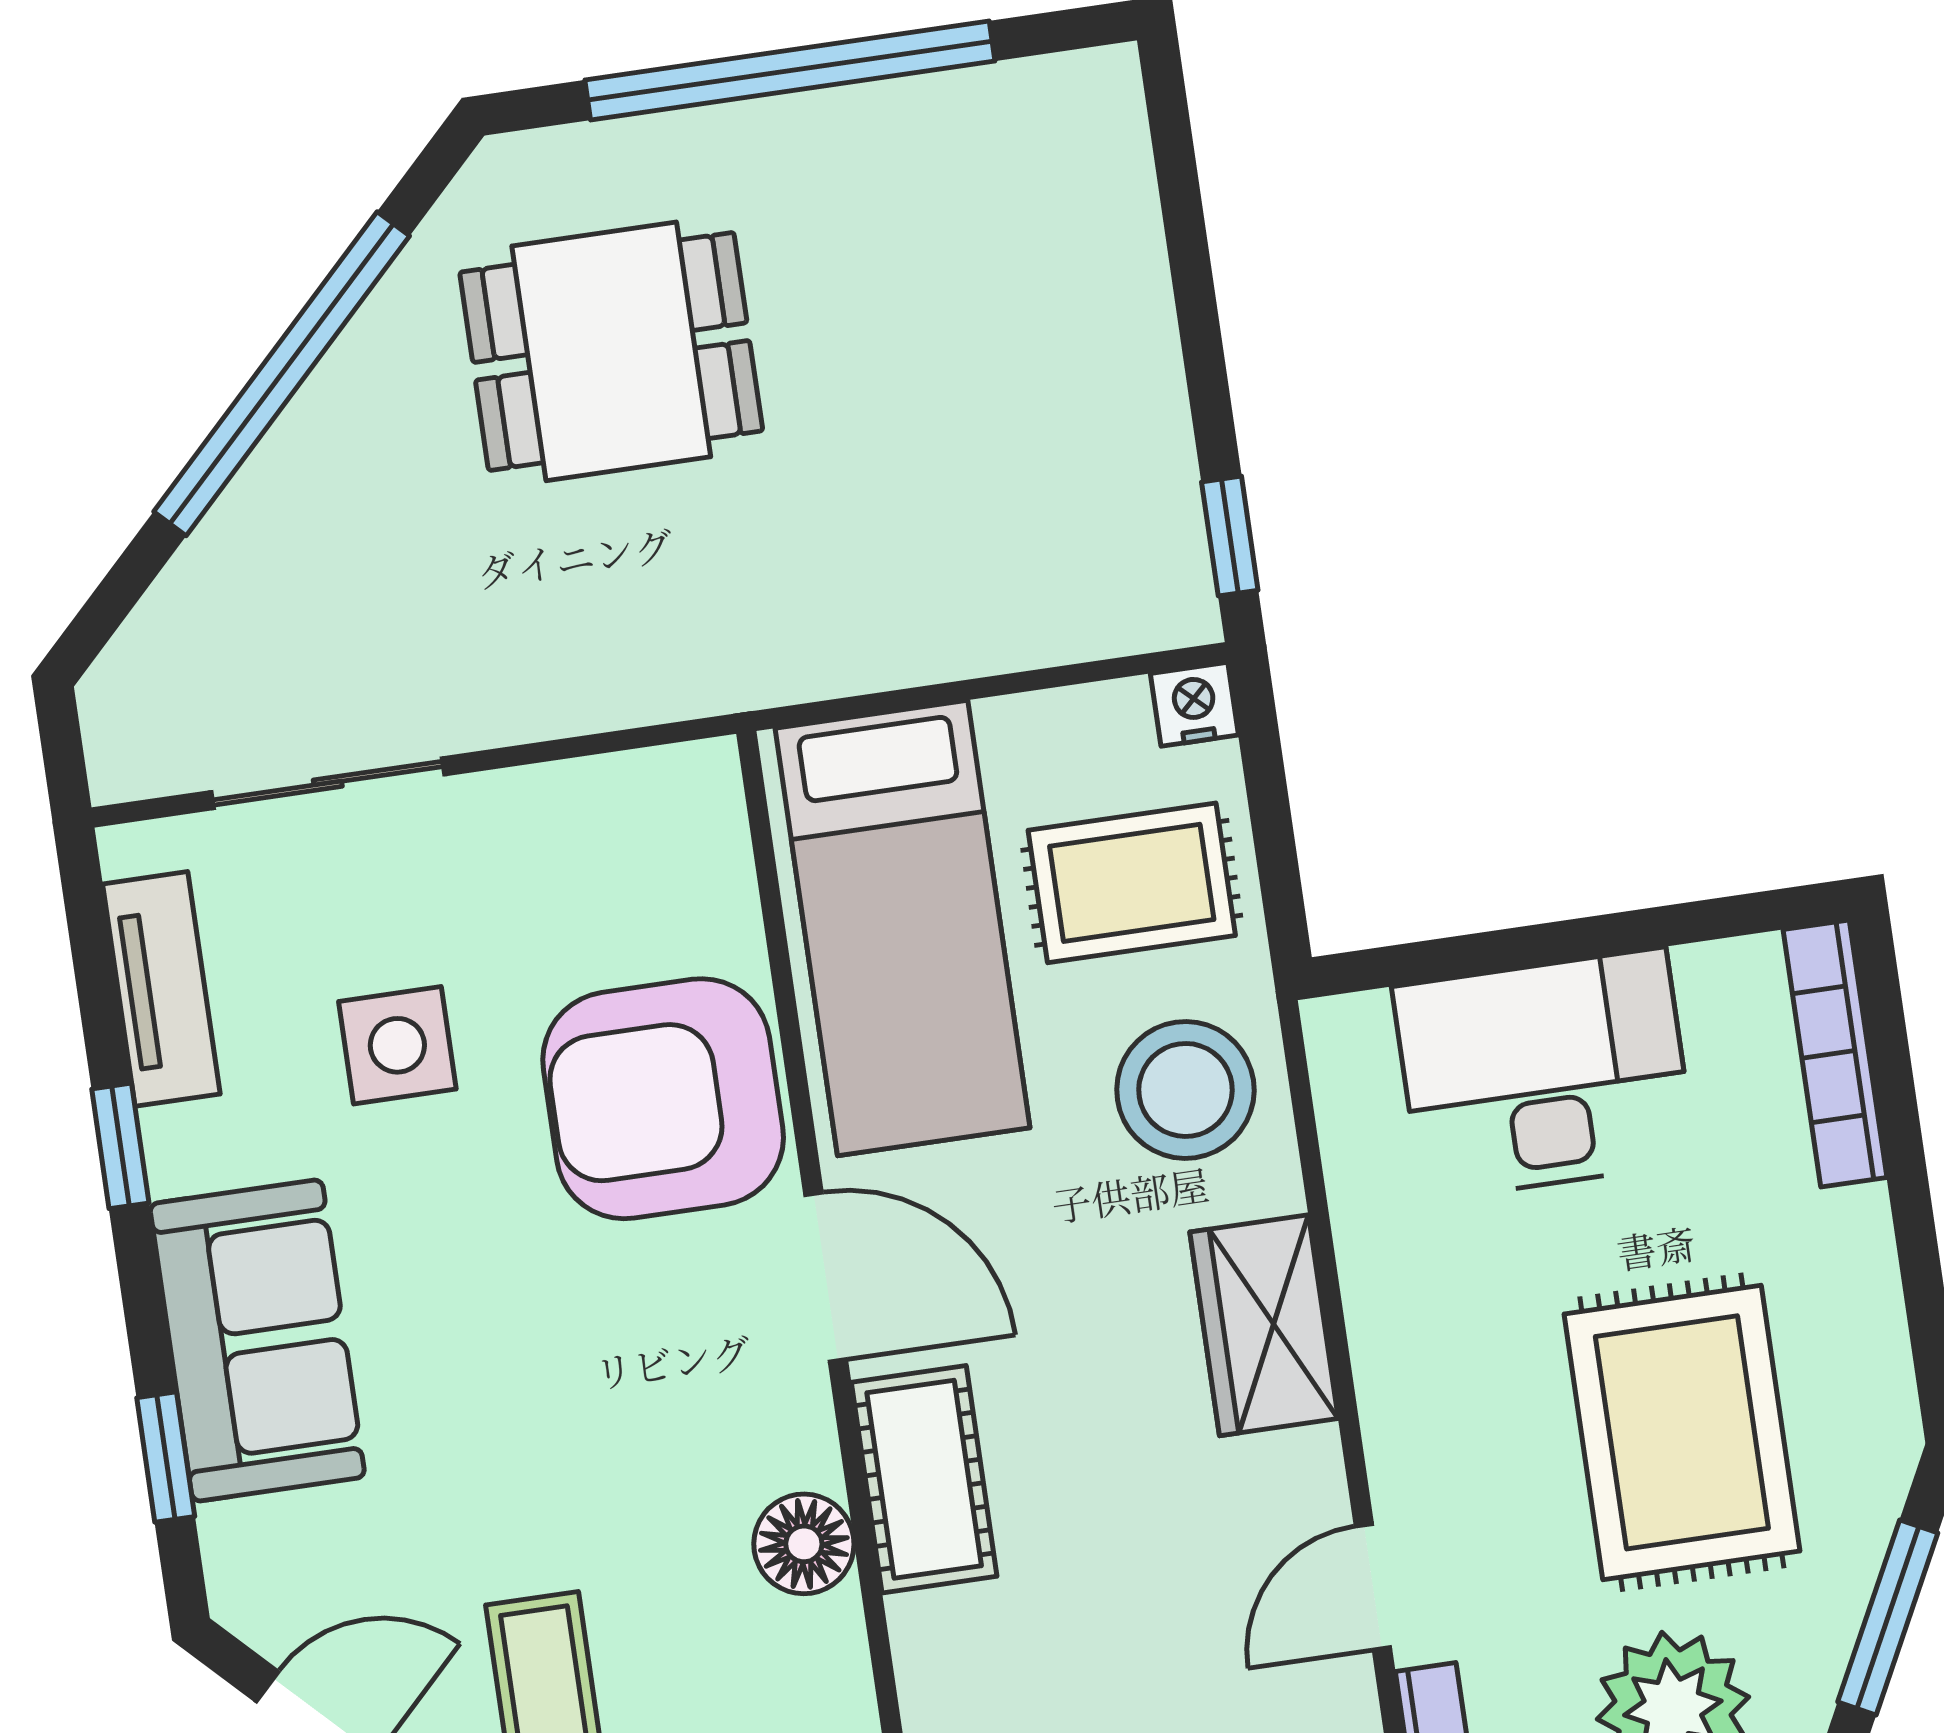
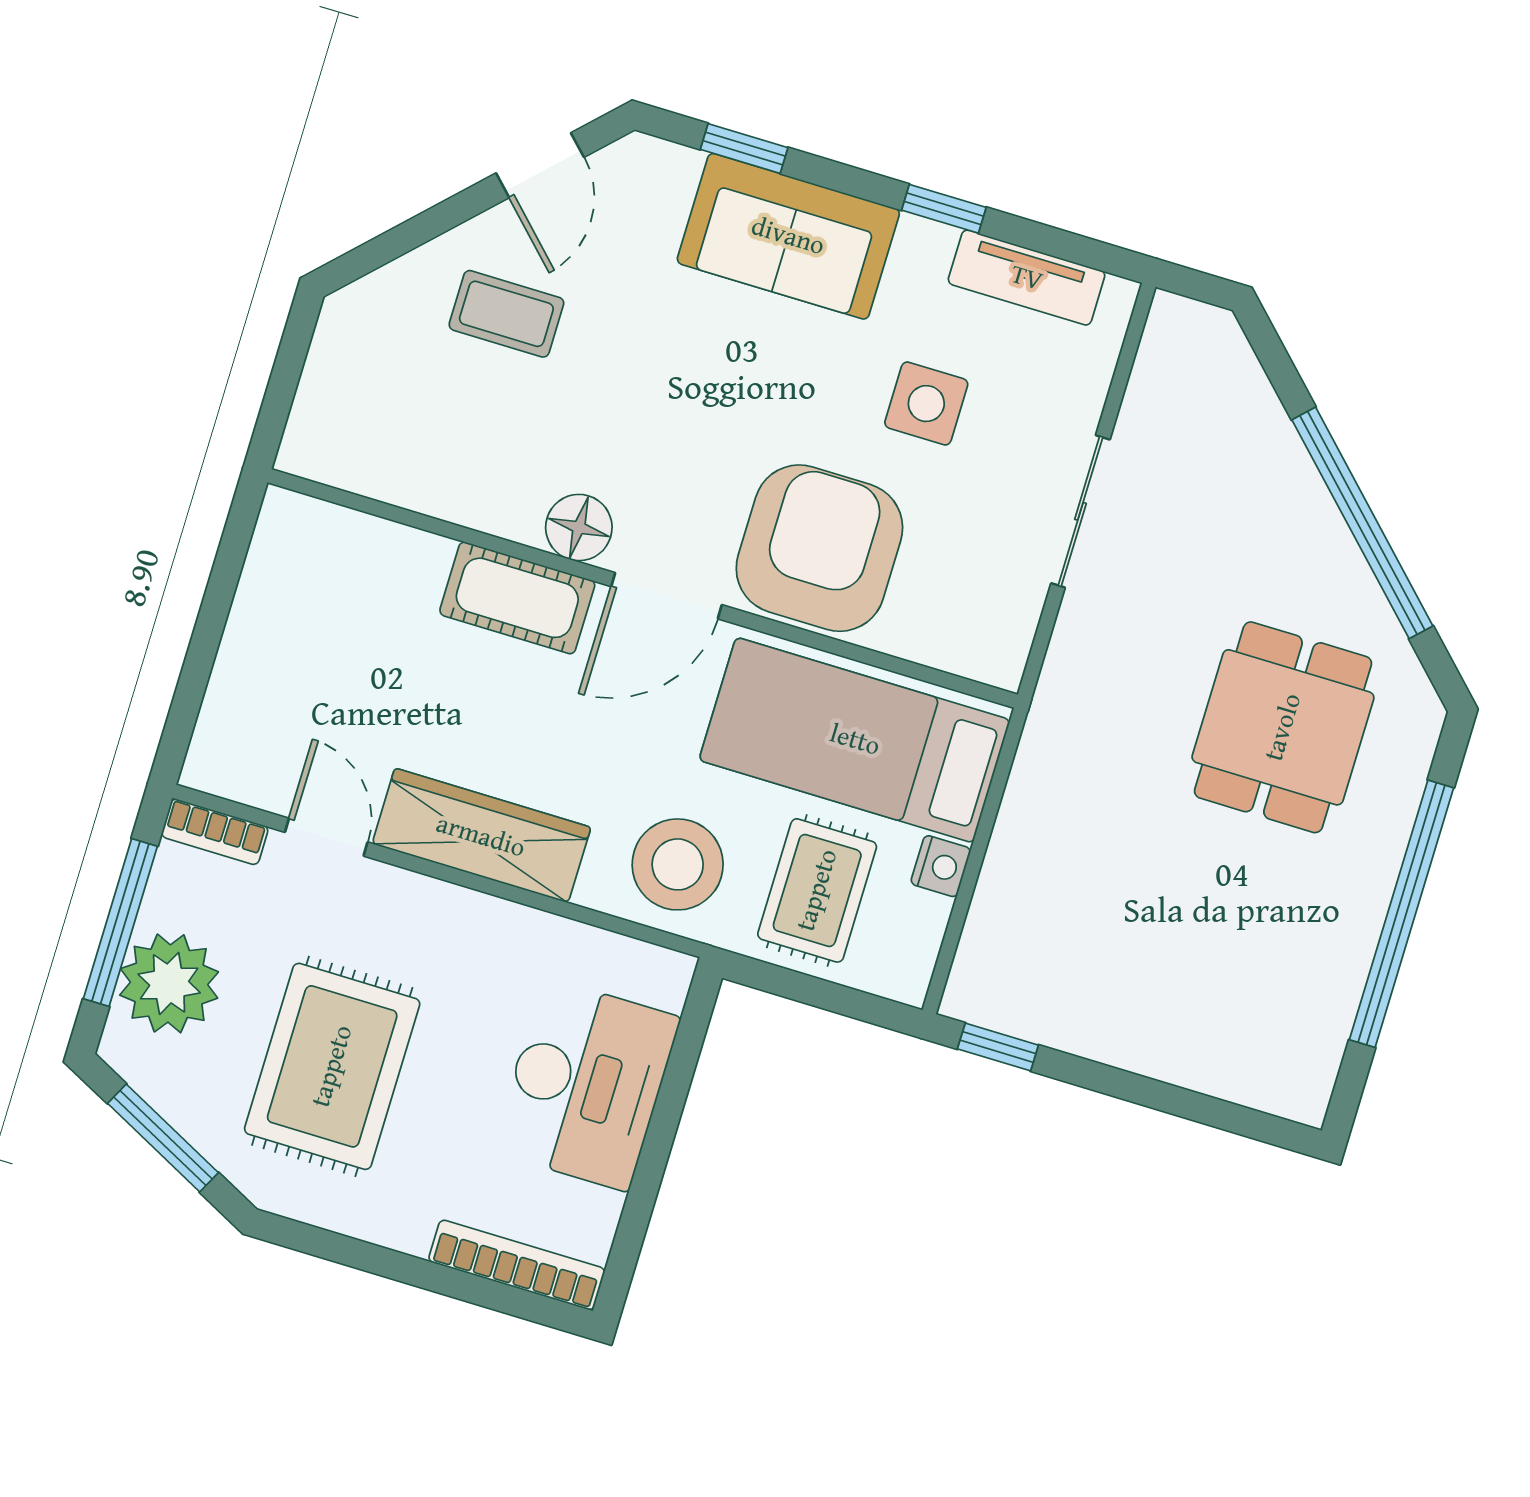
nightstand: (1194, 704) -> (941, 866), moved
sliding door: (328, 783) -> (1080, 511), moved
wardrobe: (1264, 1325) -> (481, 836), width x1.50
rug: (1682, 1432) -> (332, 1066), turned 90
floor lamp: (804, 1544) -> (579, 528), moved

